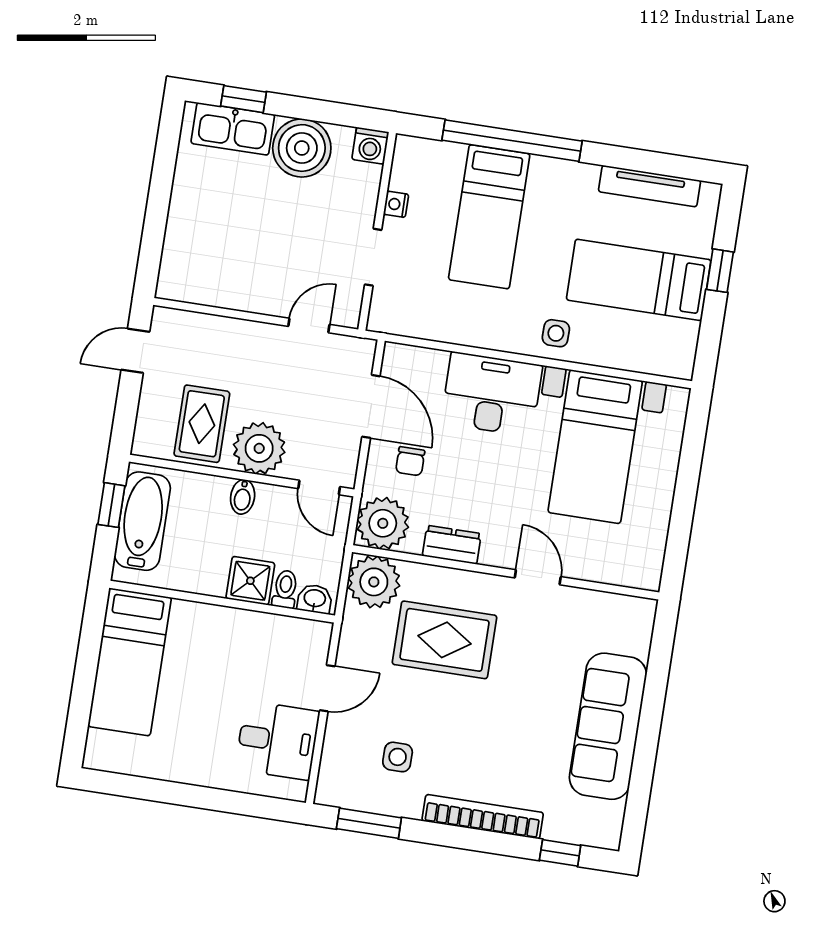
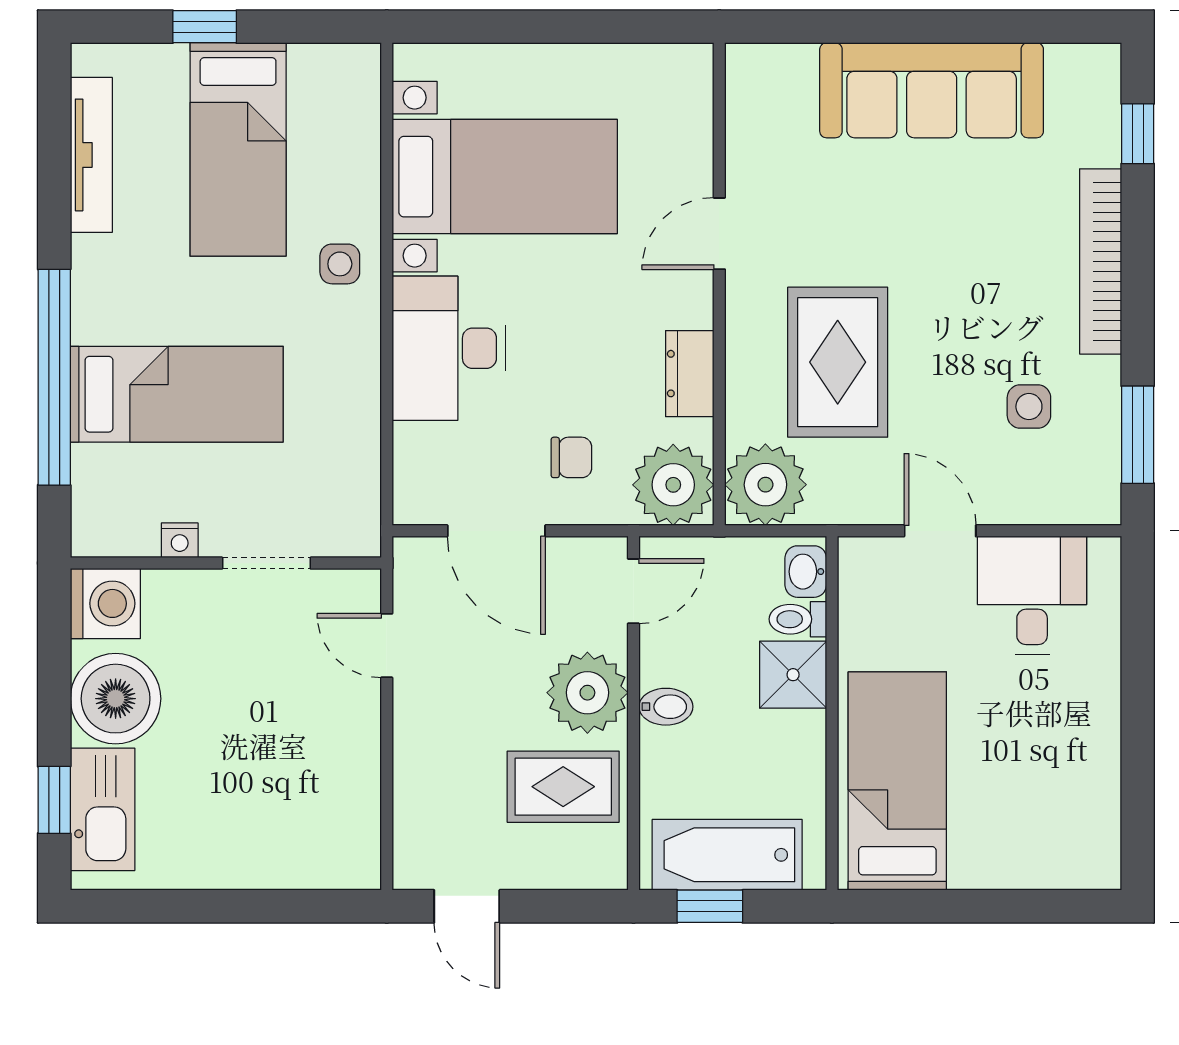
washing machine: (370, 146) -> (105, 603), width x1.38, depth x1.38
door: (371, 406) -> (496, 531), swing flipped
bed: (130, 662) -> (897, 781), moved, turned -90

